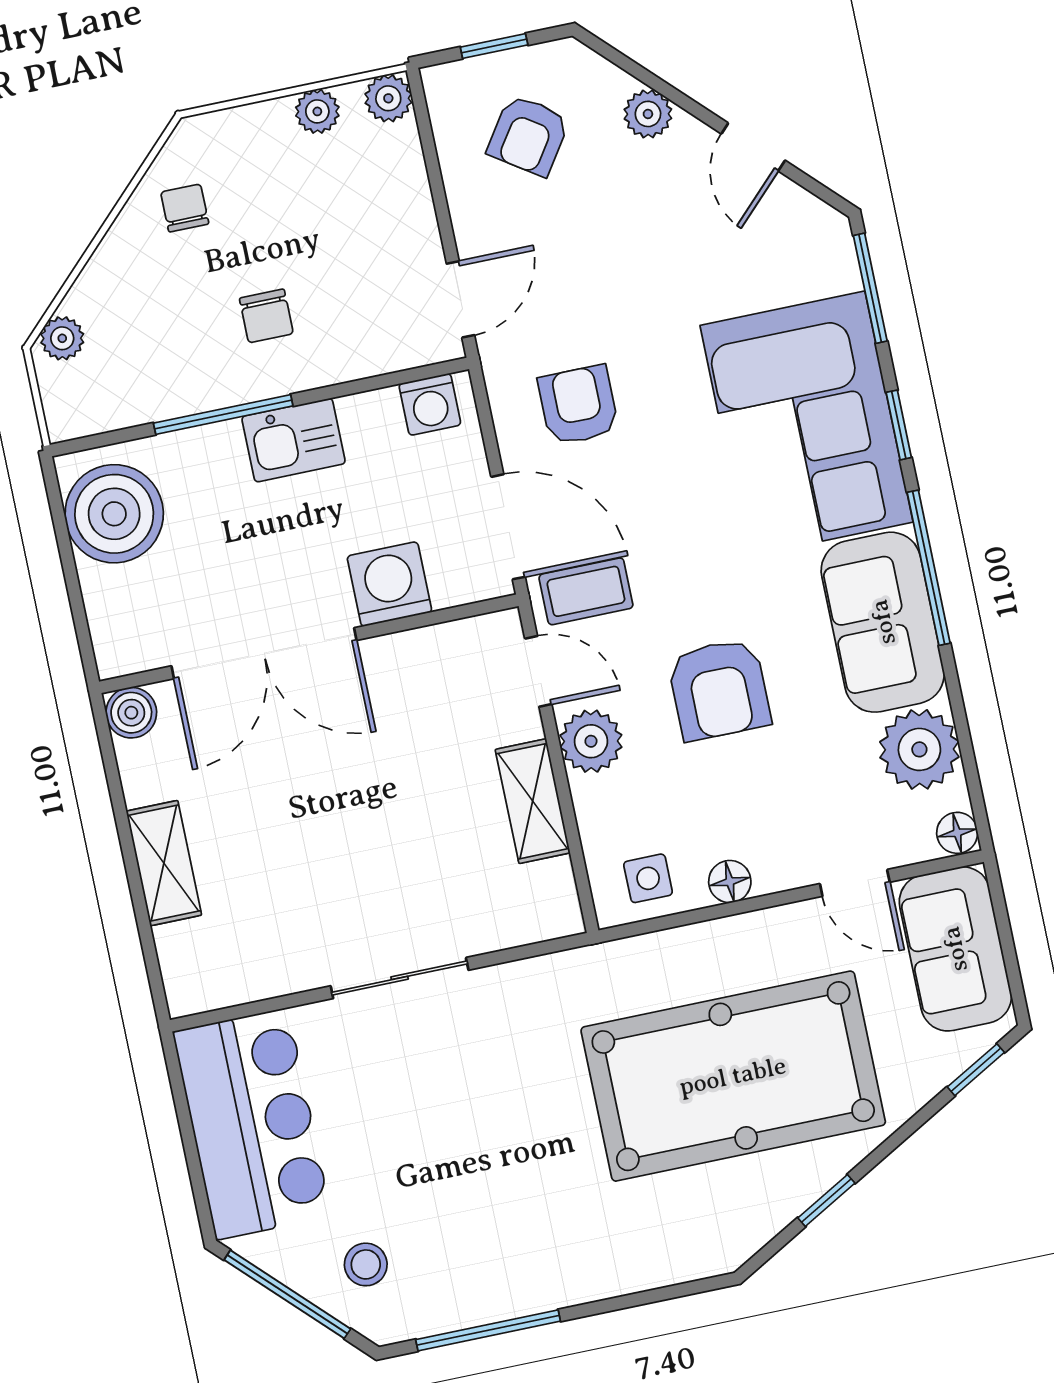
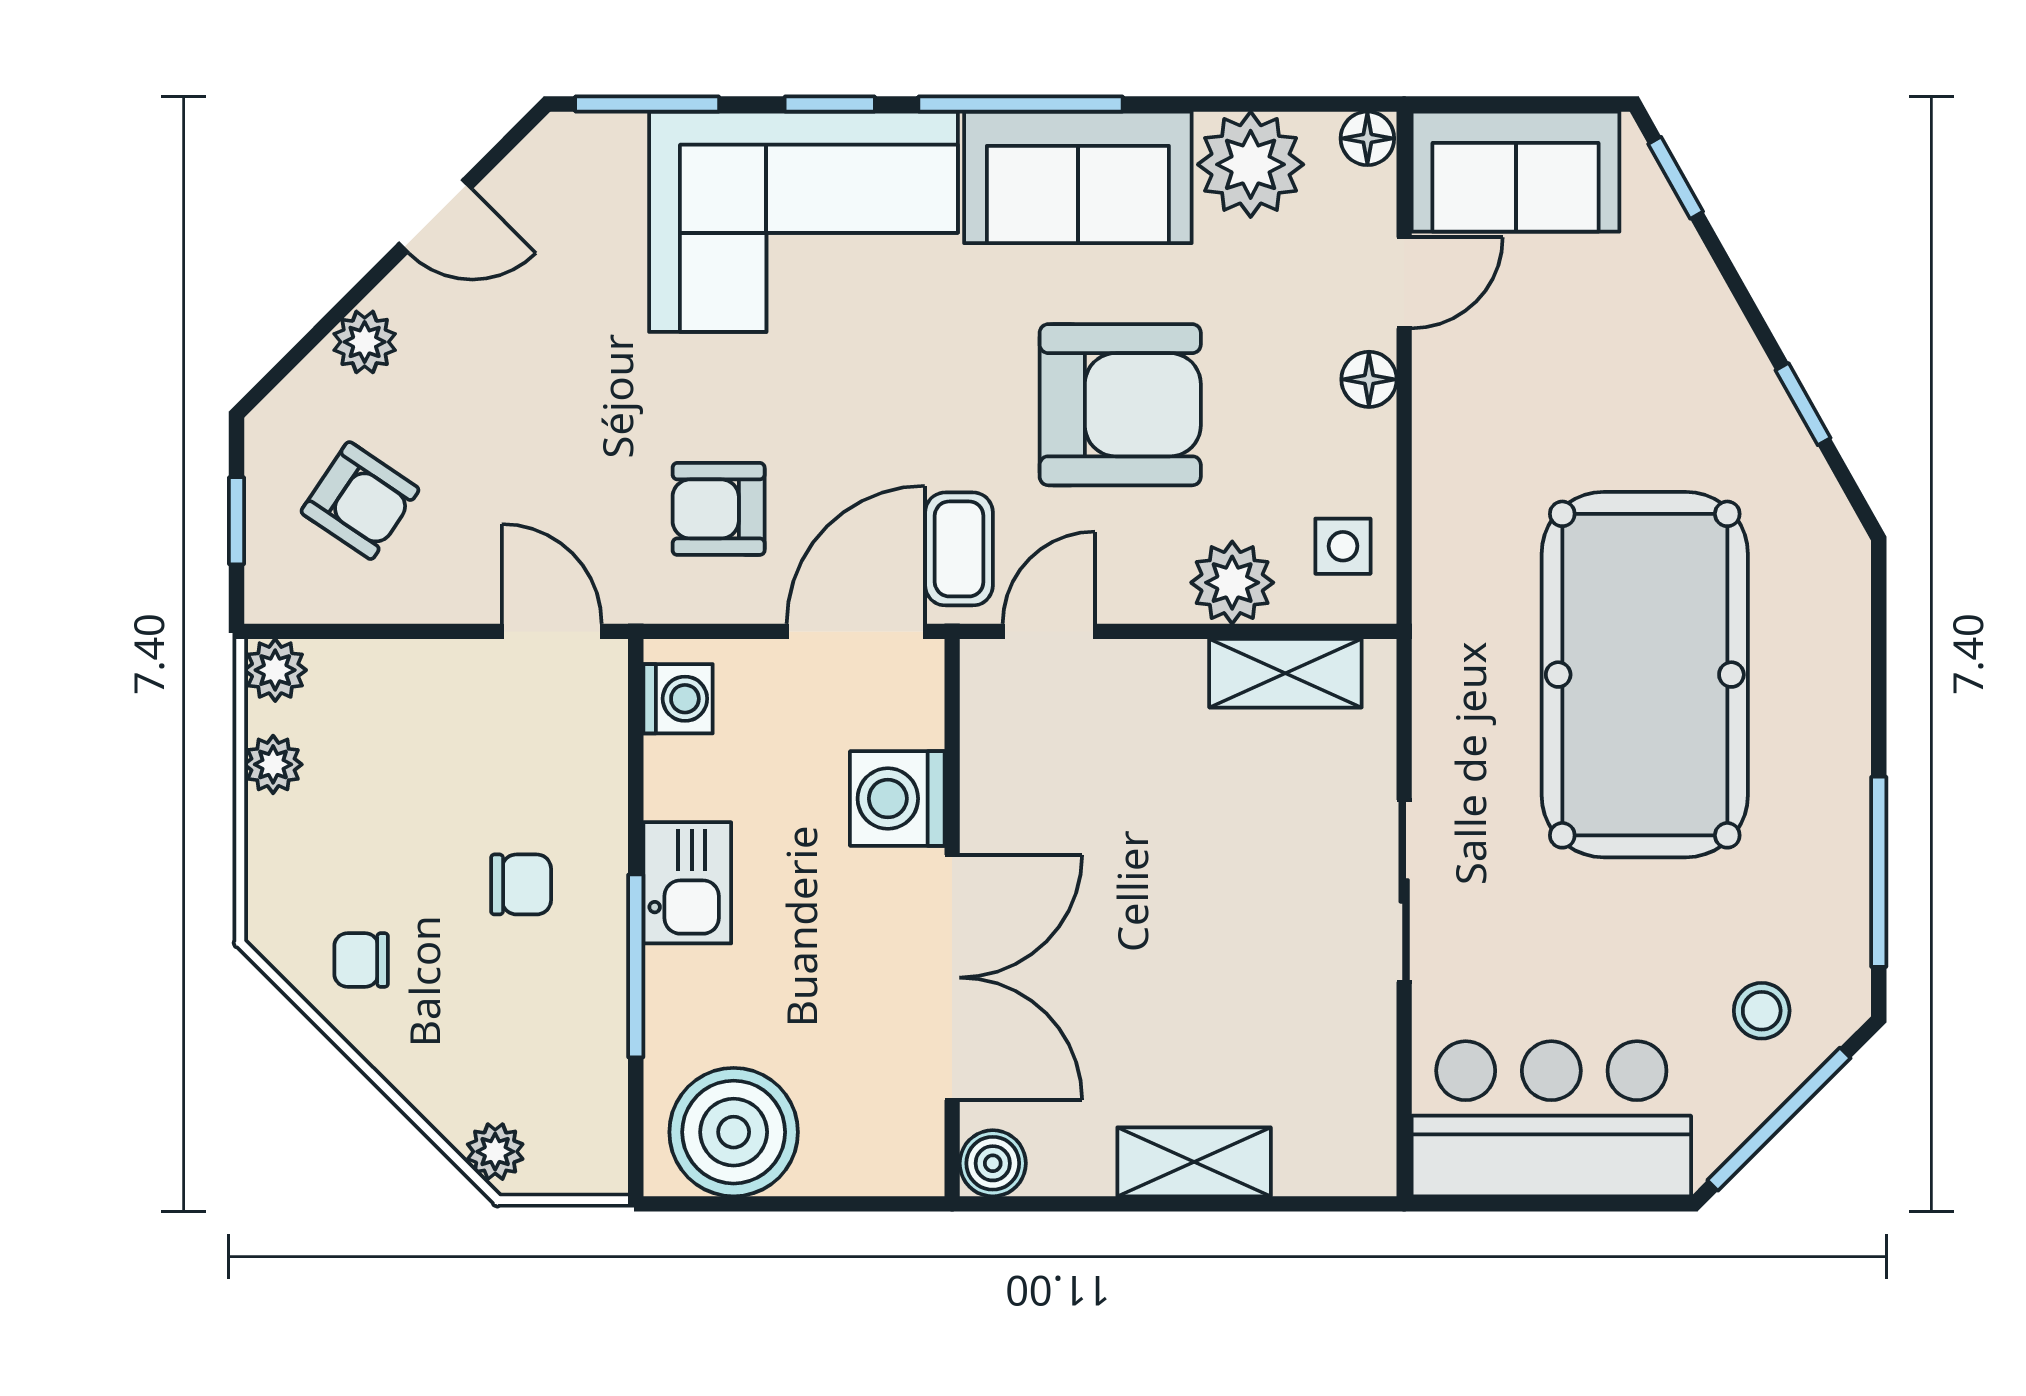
armchair: (719, 689) -> (1120, 405), width x1.36, depth x1.36
plant: (591, 741) -> (1232, 583), moved
shelving: (533, 801) -> (1285, 673), moved
floor lamp: (730, 882) -> (1369, 379), moved
pool table: (733, 1076) -> (1645, 675), moved

